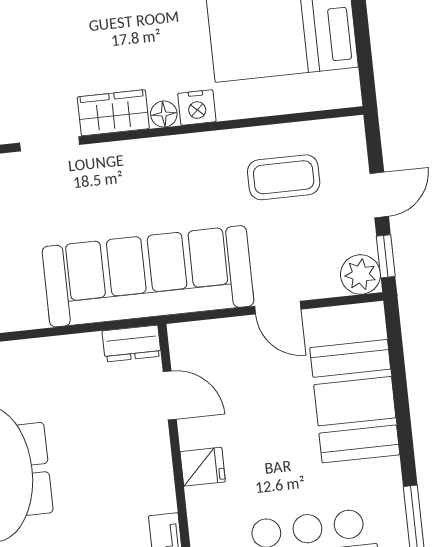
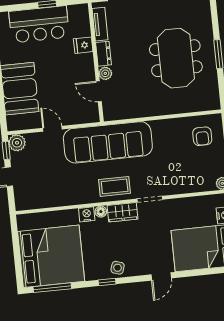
coffee table: (284, 177) -> (115, 186), moved
dresser: (132, 344) -> (104, 54), moved, turned 90
plant: (155, 437) -> (105, 73), added
fridge: (203, 467) -> (83, 45), moved

